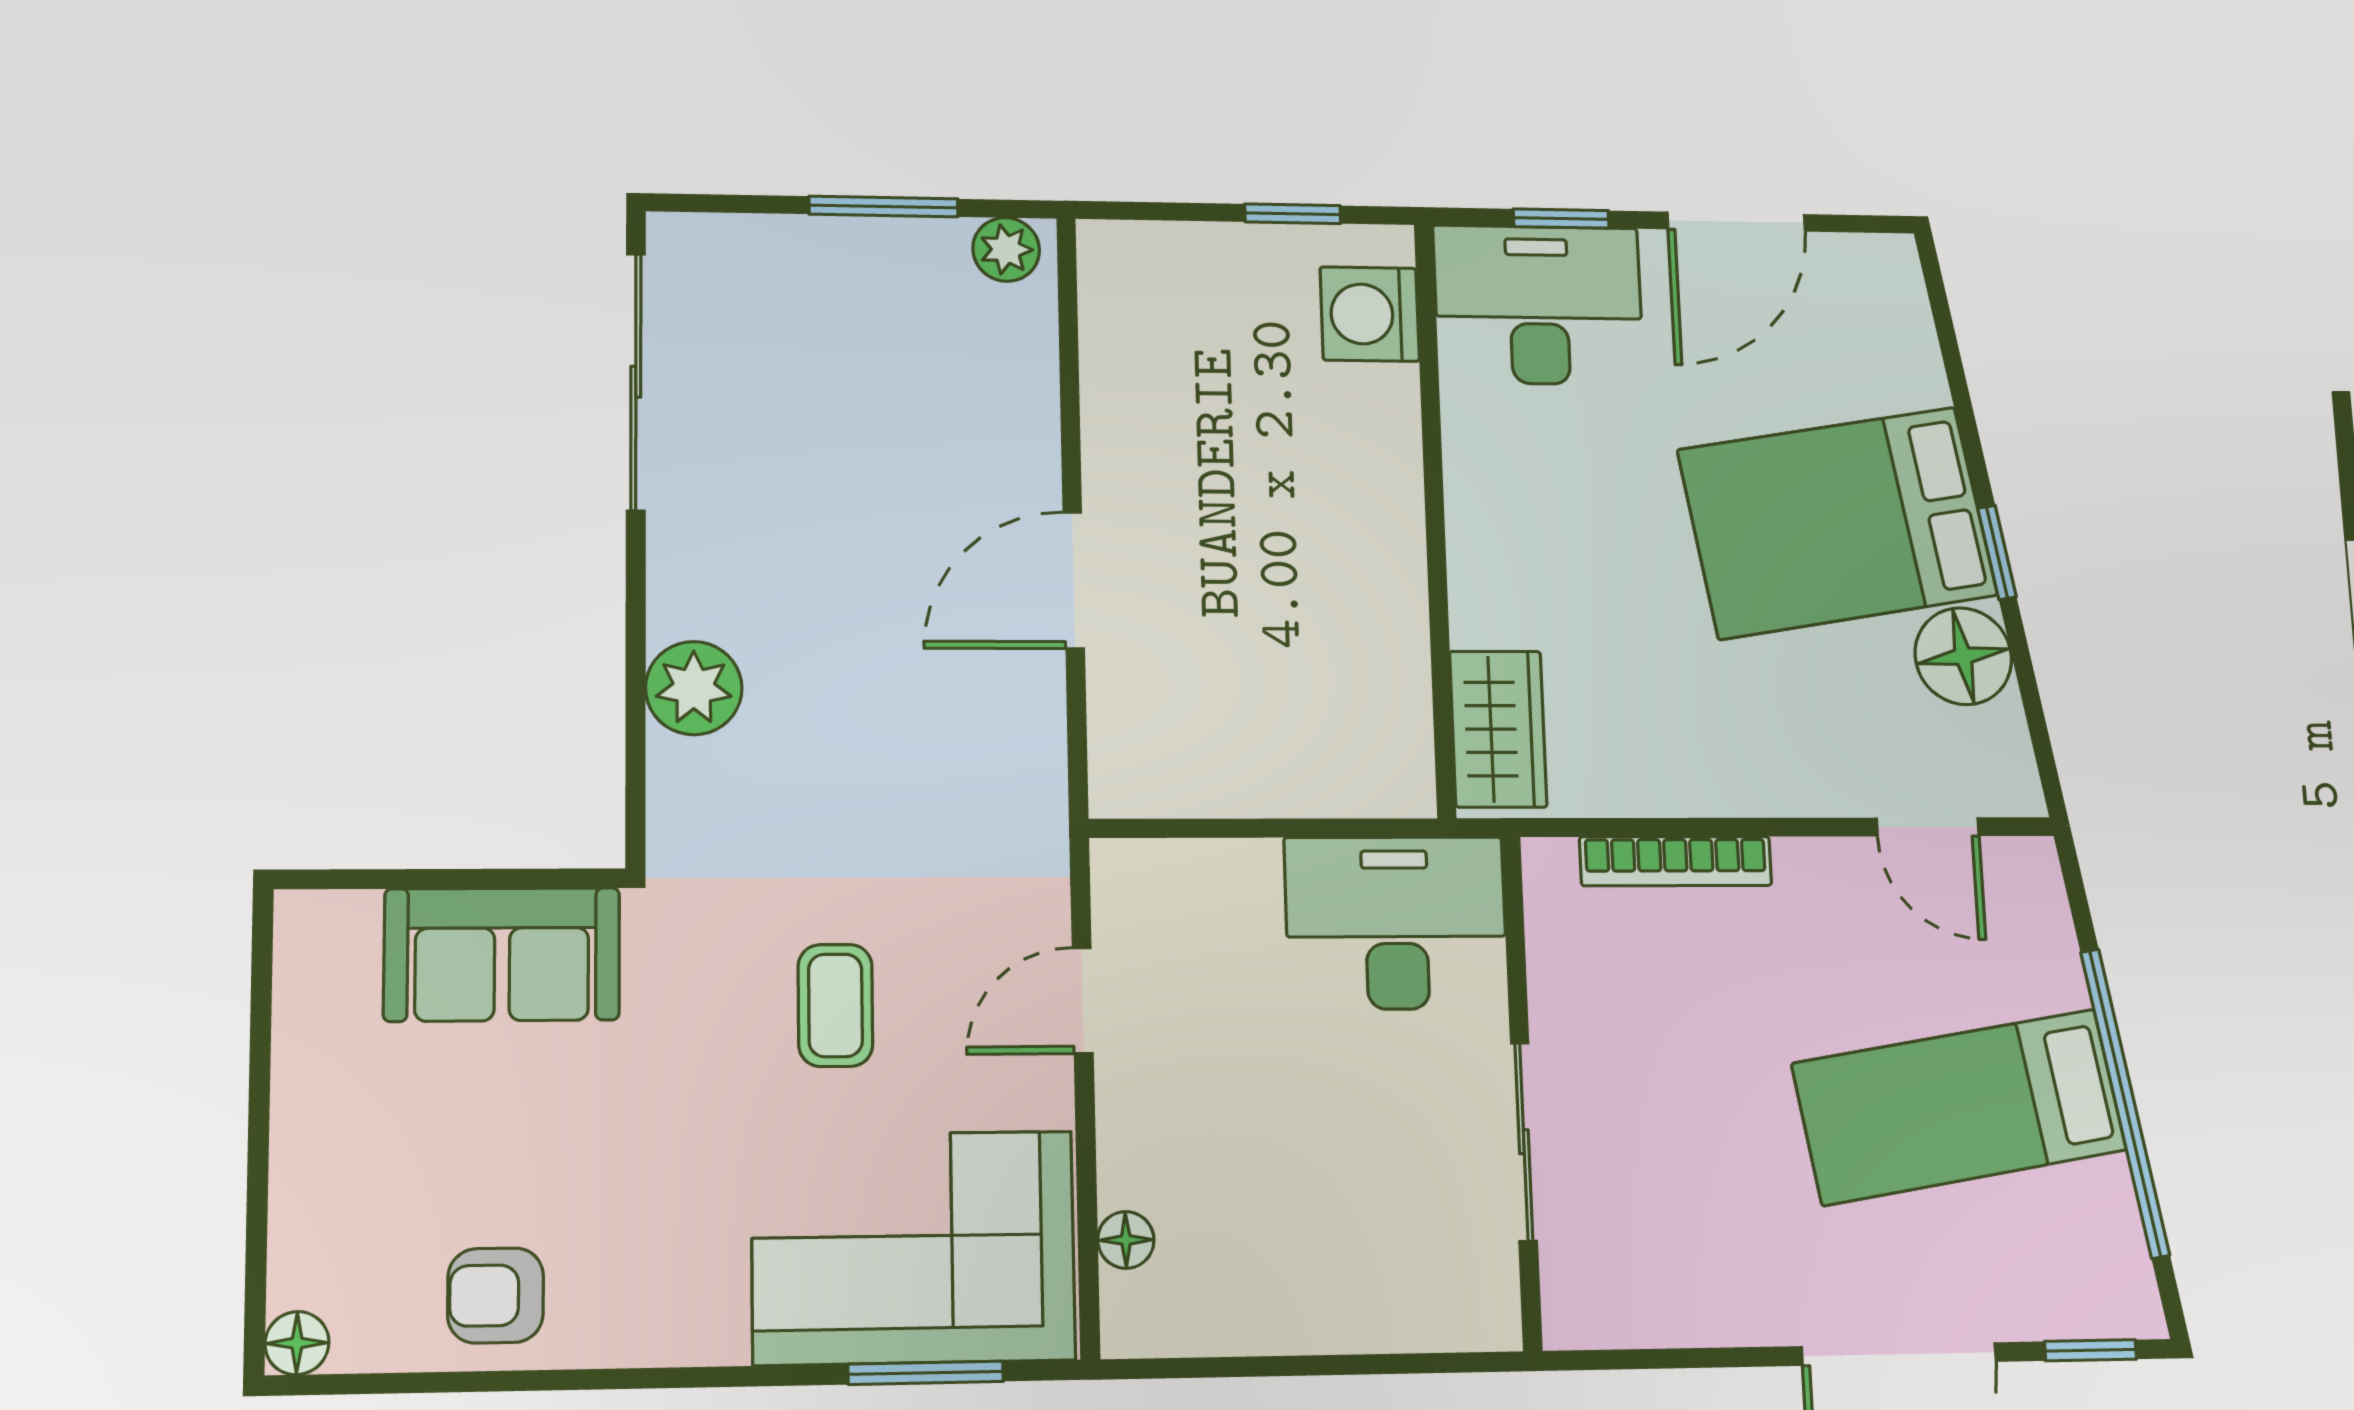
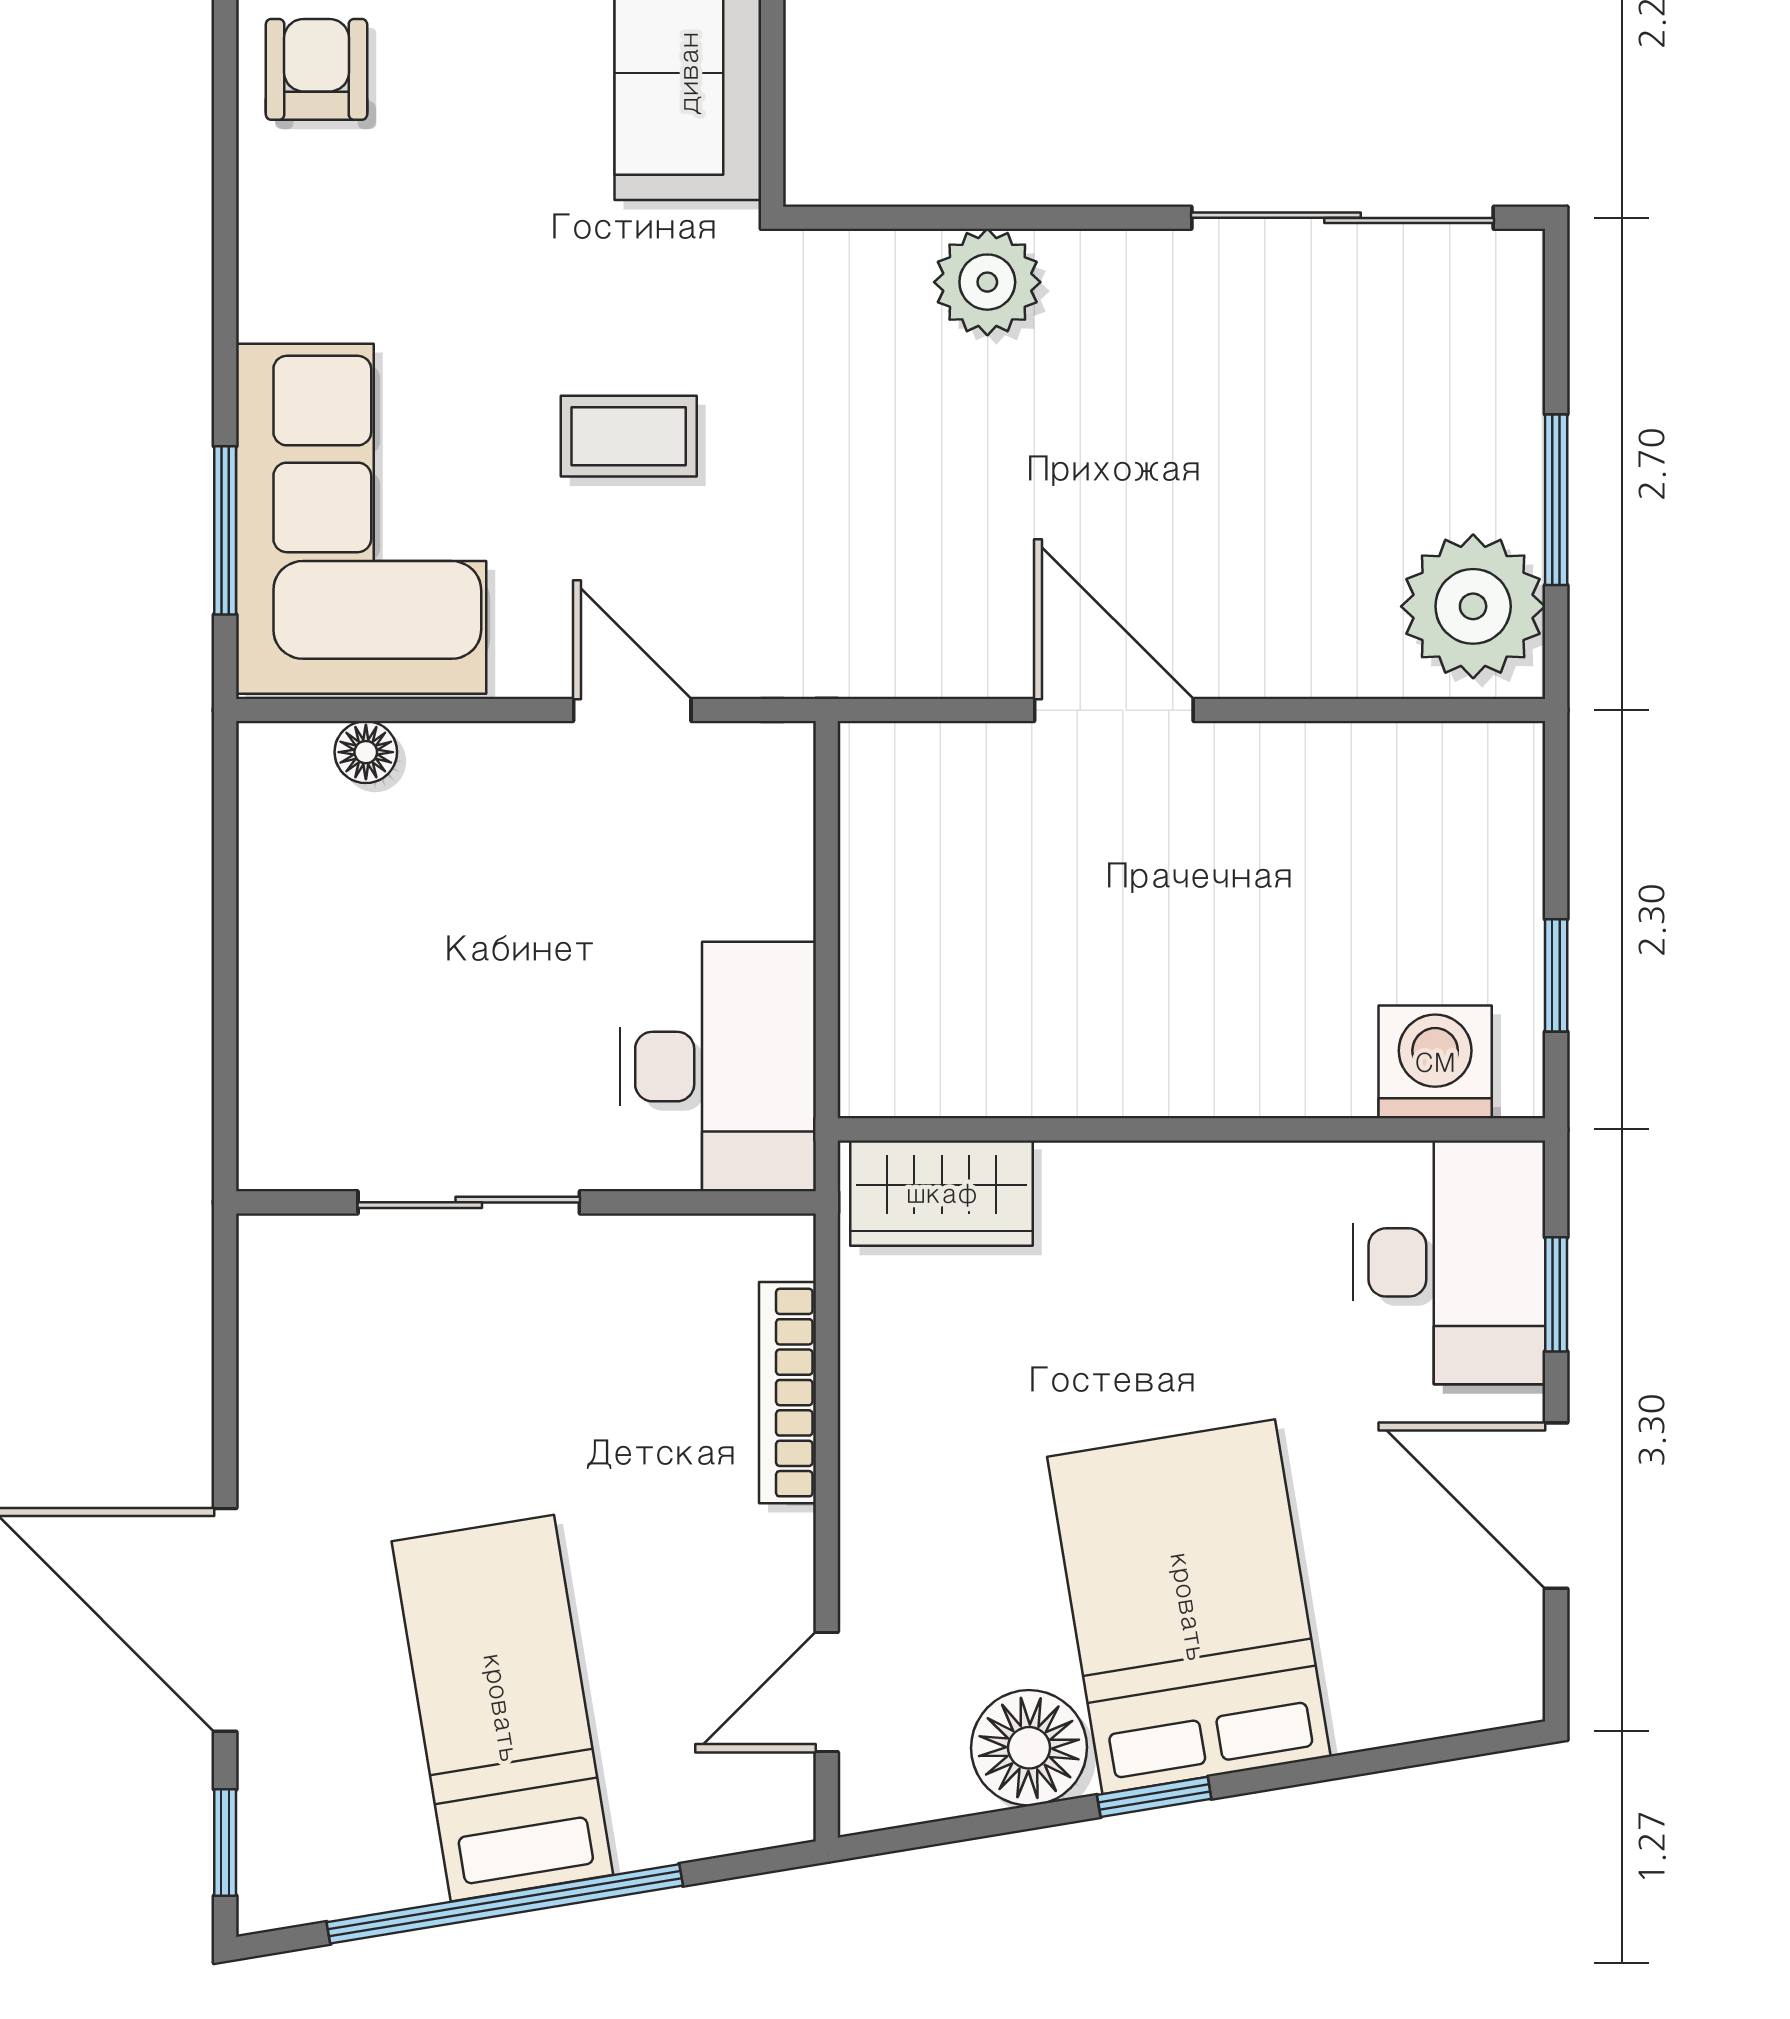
plant: (1006, 249) -> (1473, 606), width x1.88, depth x1.88

